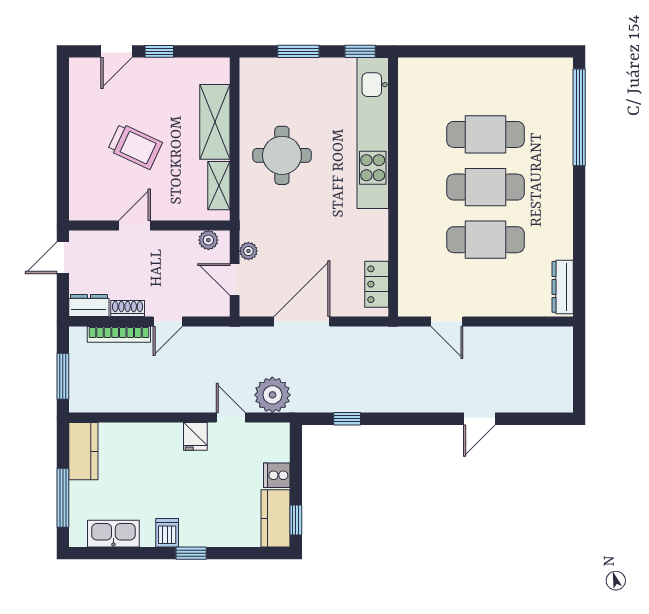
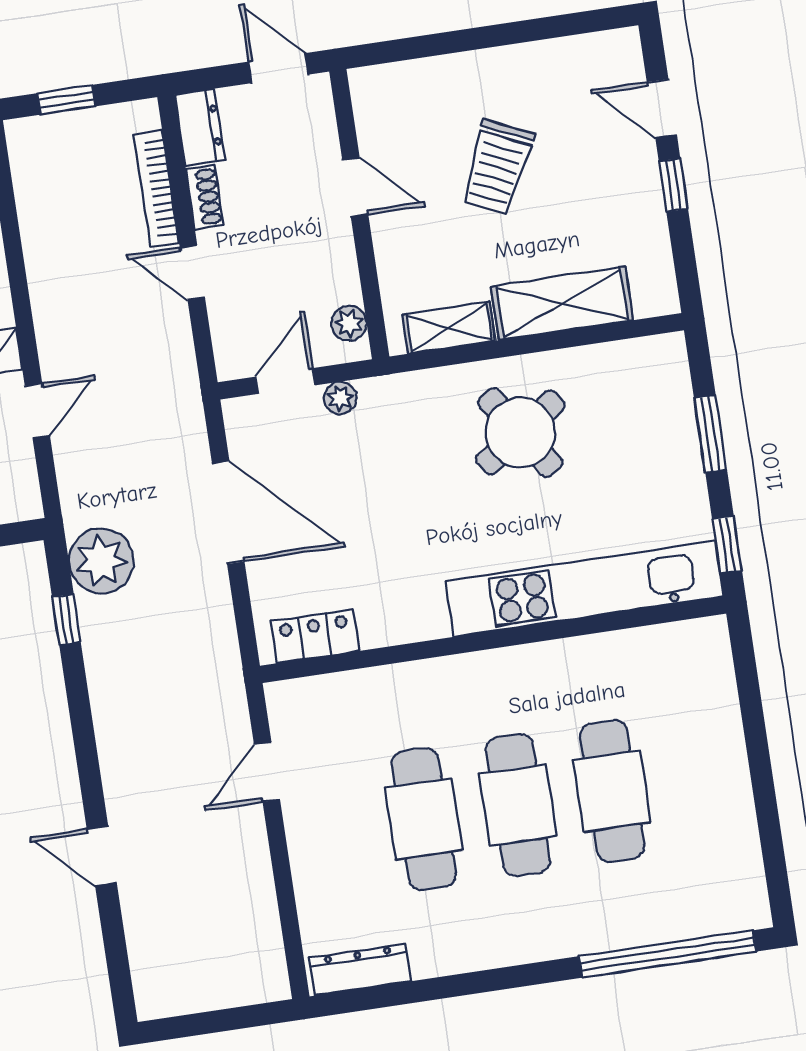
round table: (282, 155) -> (520, 432), turned -34
window: (63, 376) -> (66, 100), width x0.67
plant: (272, 395) -> (101, 561), moved

